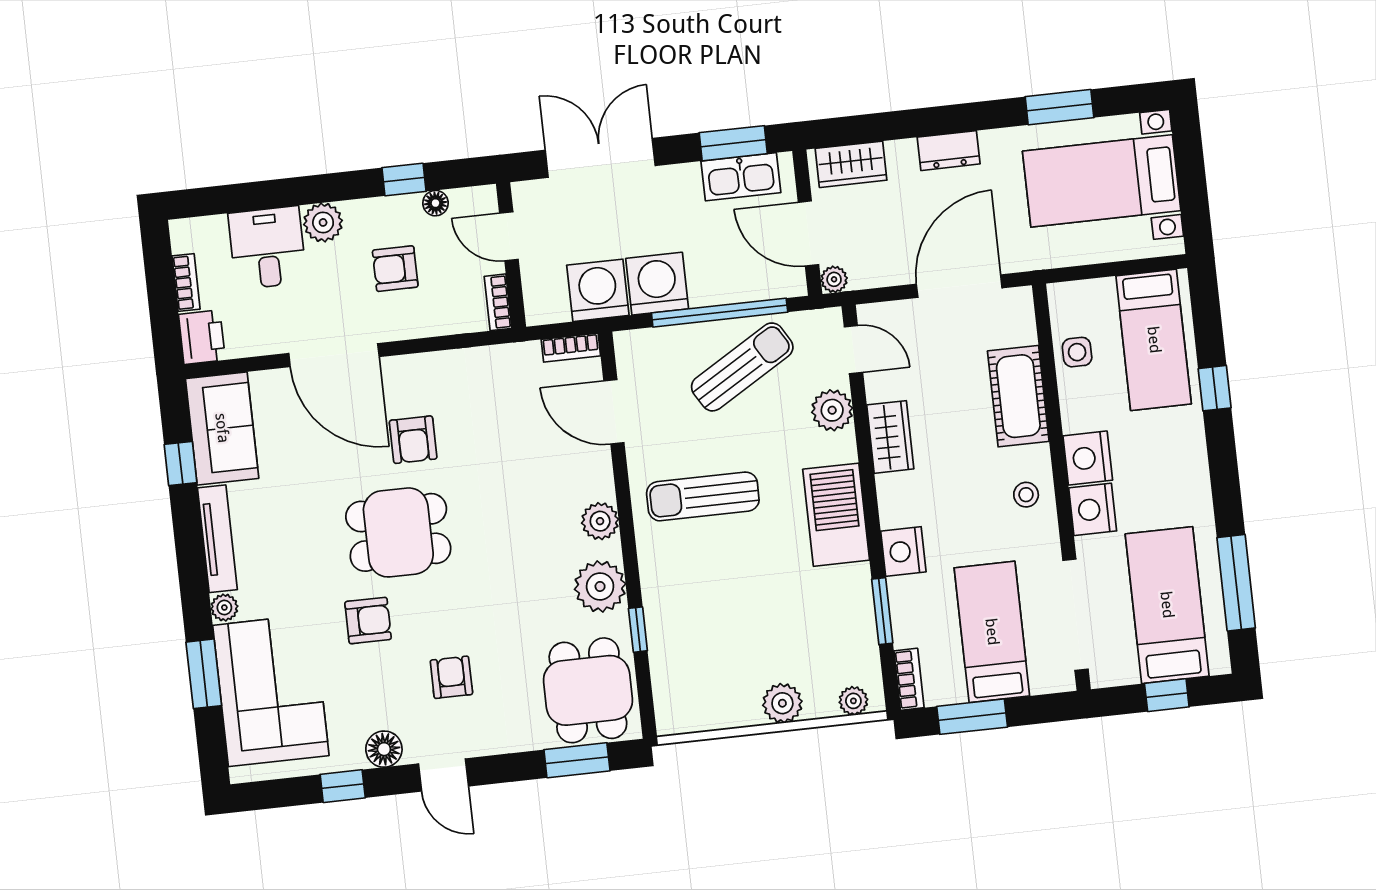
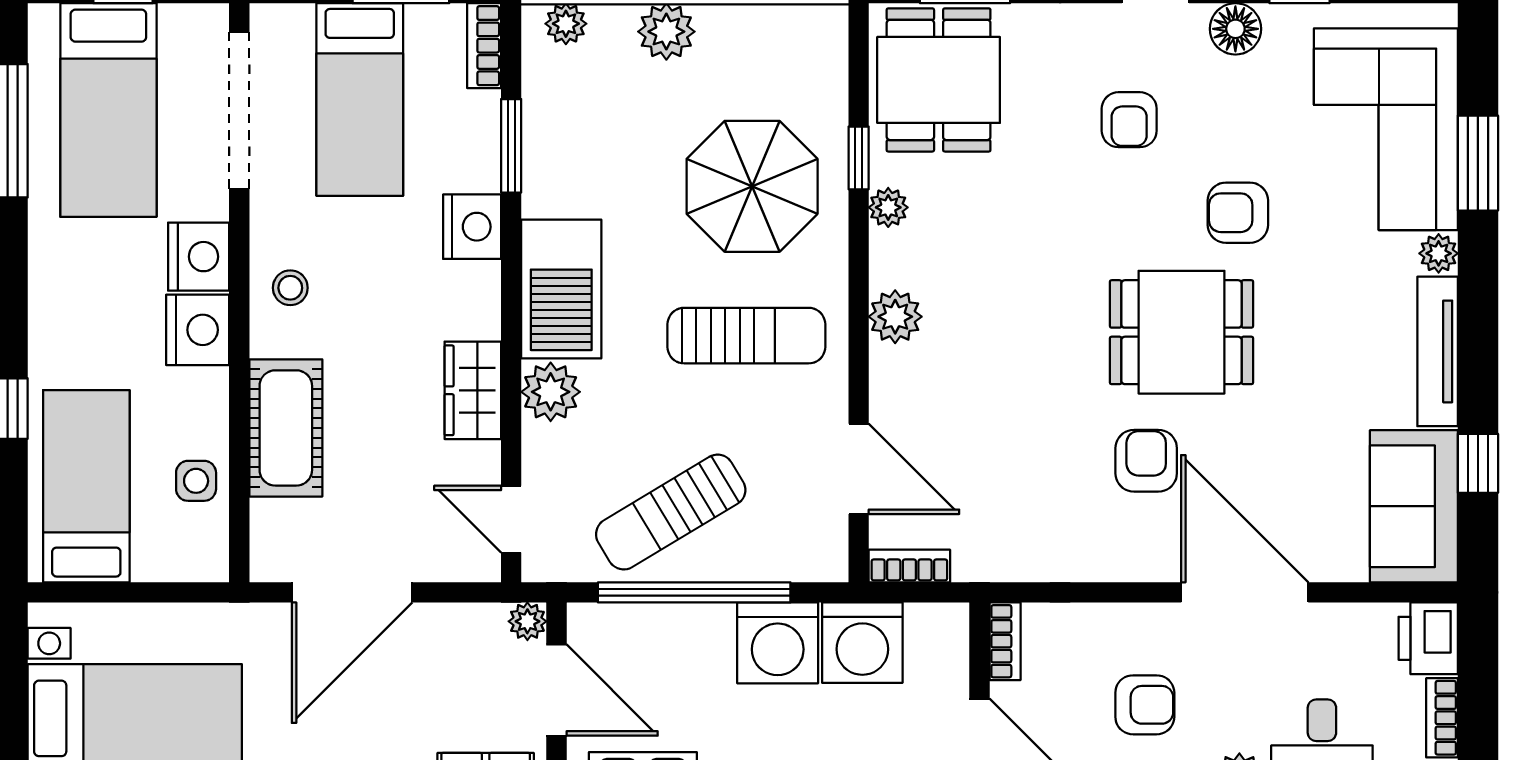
plant: (832, 410) -> (551, 392), moved
plant: (600, 586) -> (888, 207), width x0.53, depth x0.53
parasol: (710, 601) -> (752, 186), added

